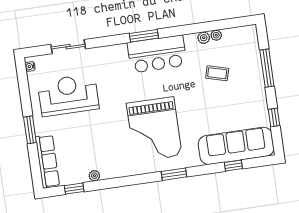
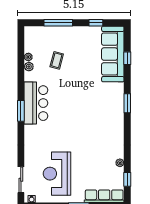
sliding door: (68, 47) -> (21, 180), moved
grand piano: (154, 129) -> (92, 113), removed

